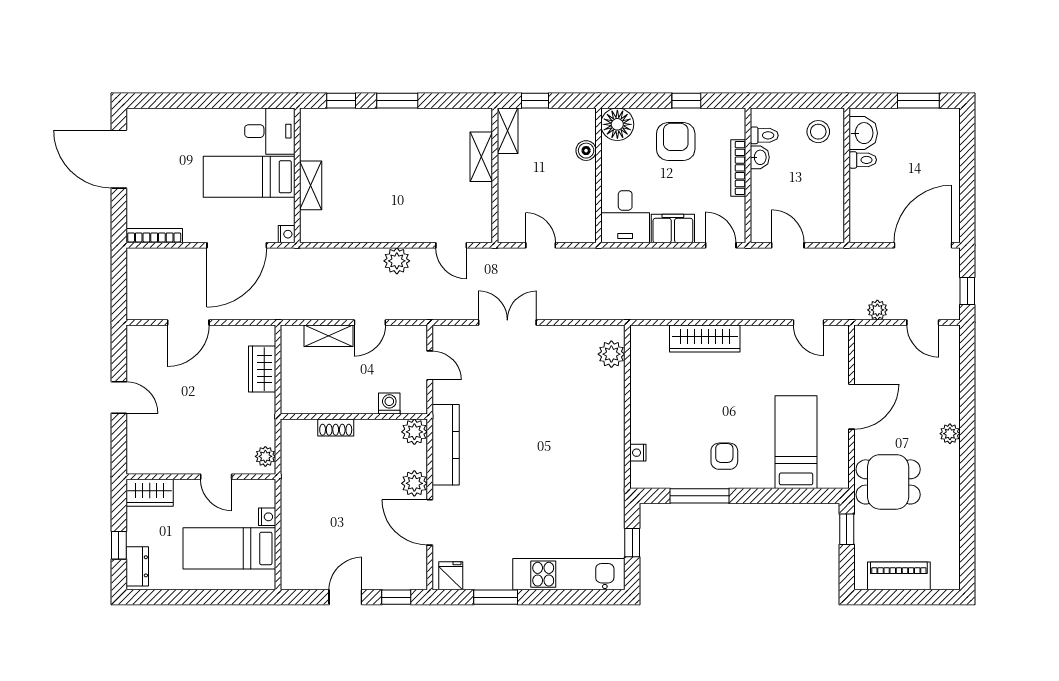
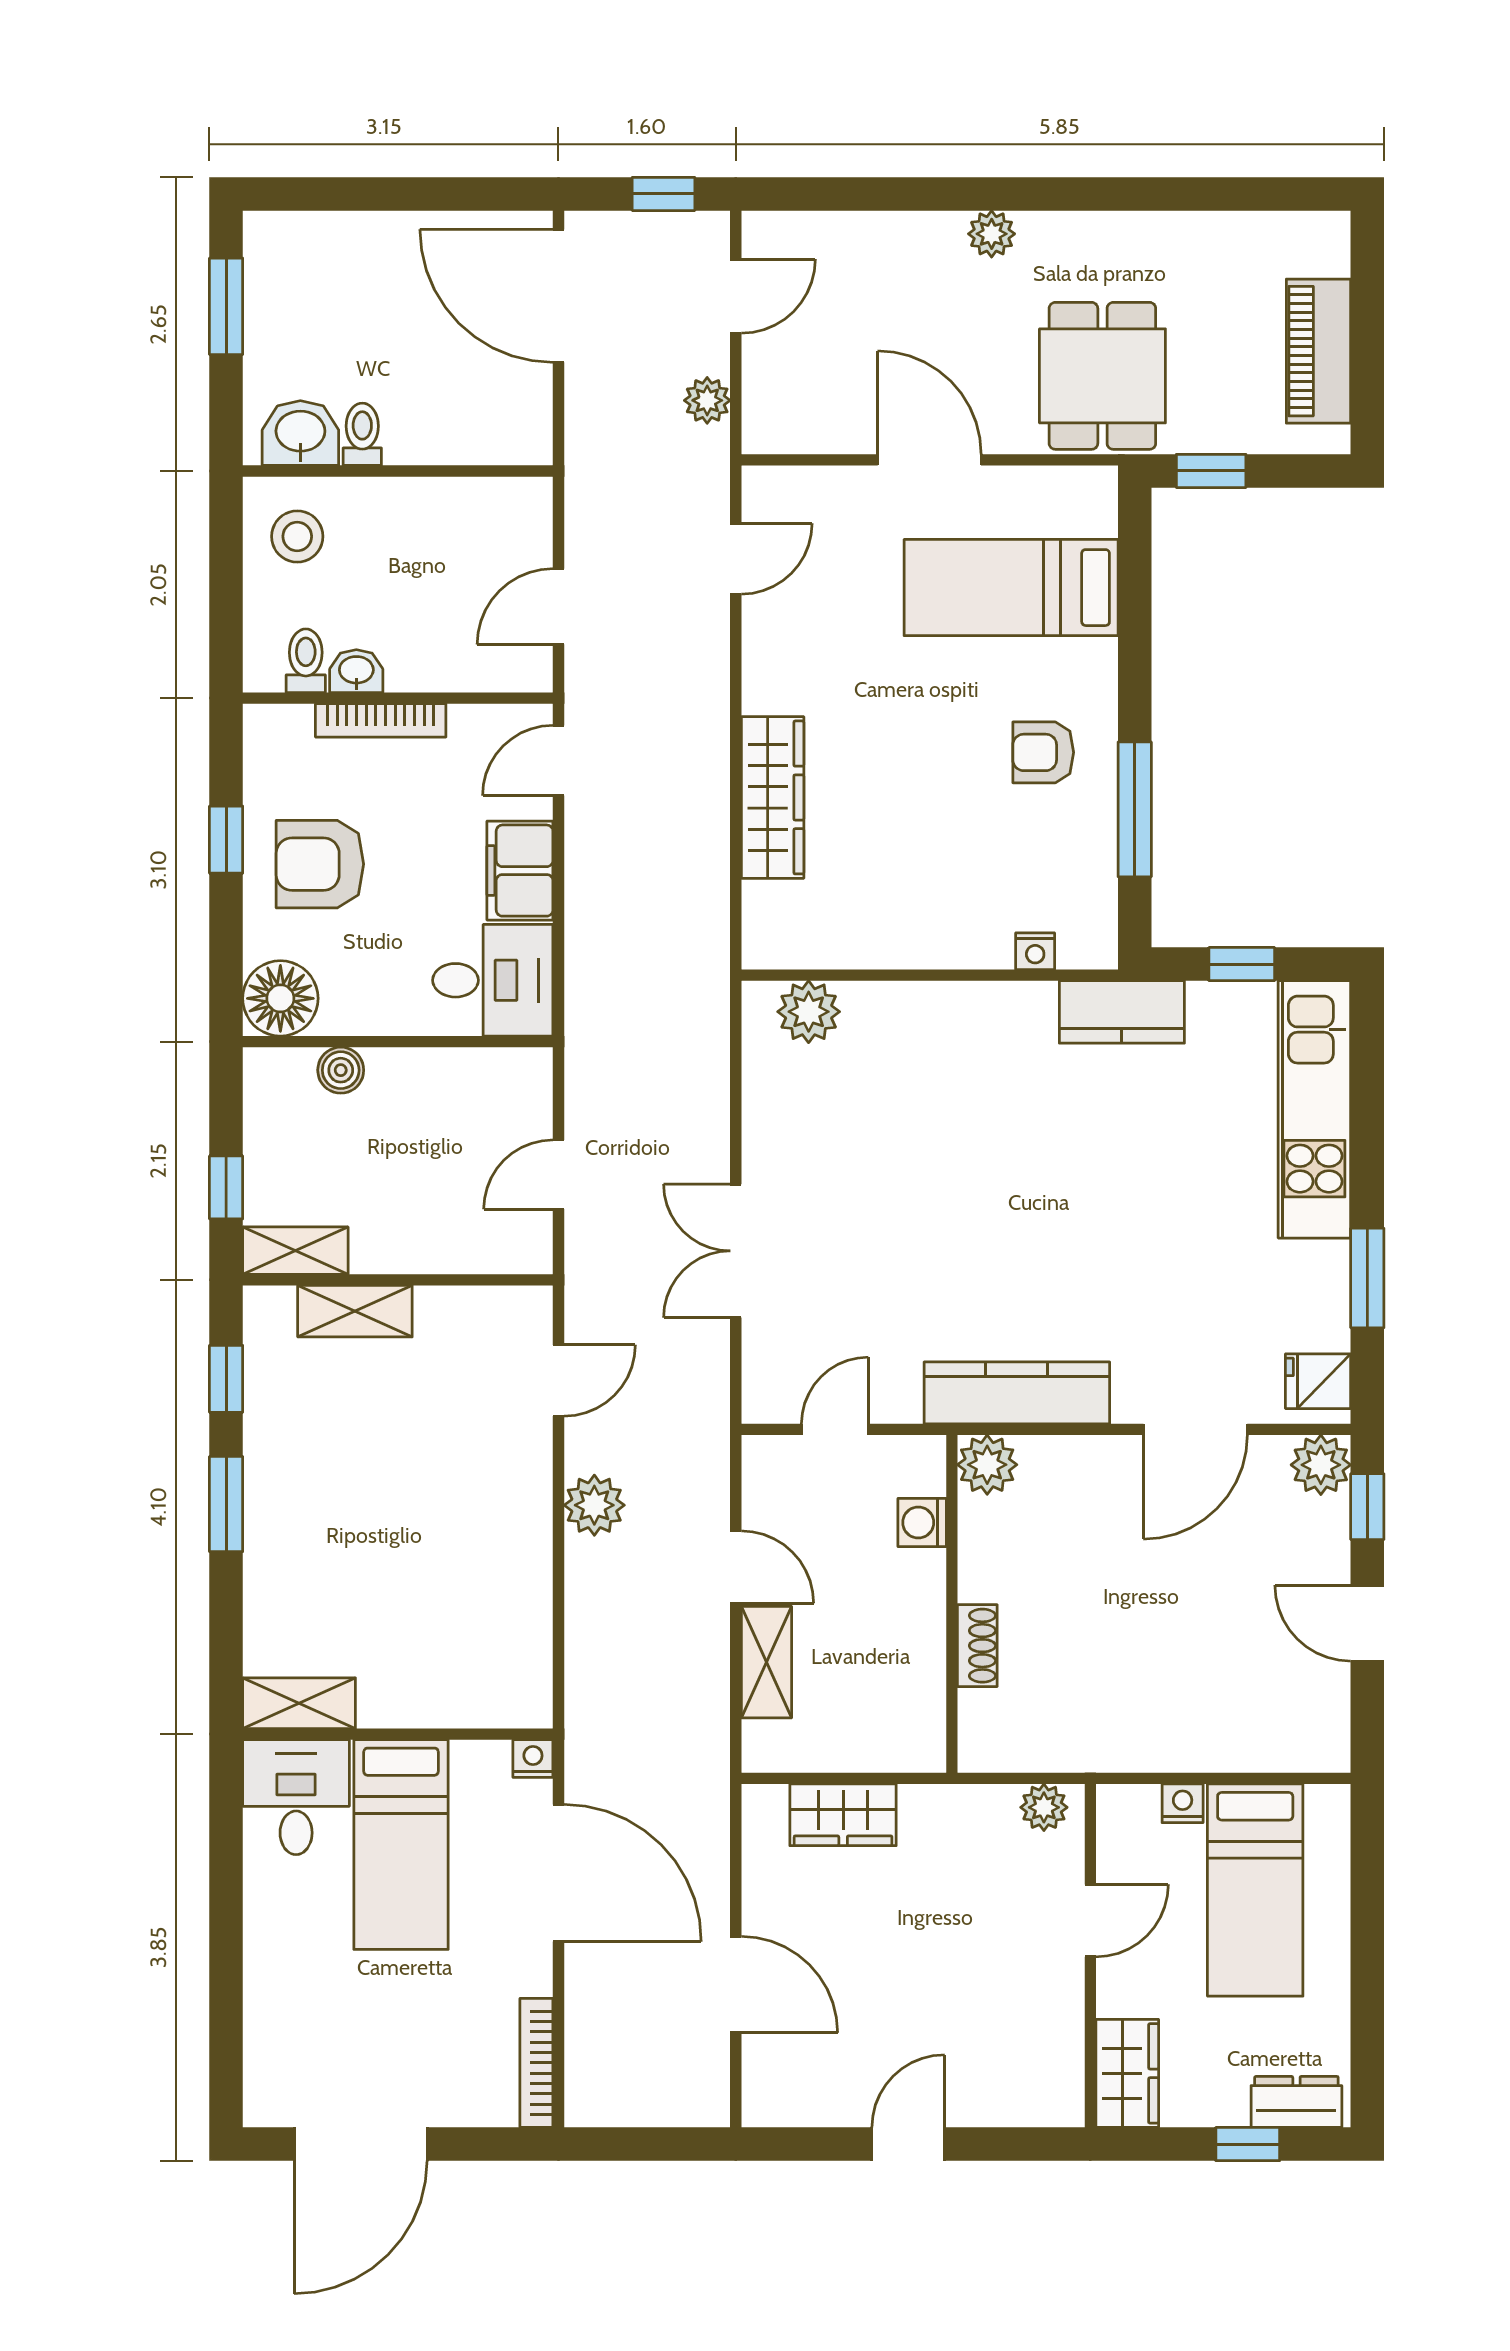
window: (341, 101) -> (226, 1379), moved
shelving: (311, 185) -> (299, 1703), moved
plant: (414, 483) -> (1321, 1465), moved
kitchen counter: (611, 490) -> (1122, 1012), added

